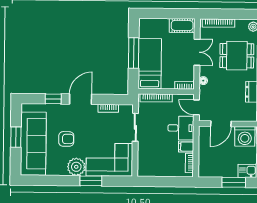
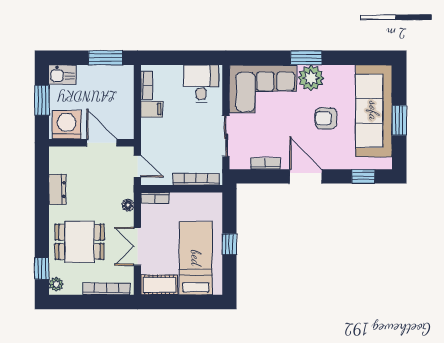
window: (134, 53) -> (229, 244), width x0.46
bed: (150, 64) -> (196, 258), moved, turned 180
window: (53, 99) -> (363, 176), moved
door: (81, 99) -> (306, 176), swing flipped
door: (221, 124) -> (102, 143), hinge flipped
desk: (181, 128) -> (201, 84), moved, turned 90
window: (91, 181) -> (306, 58), moved
window: (234, 182) -> (106, 58), moved

